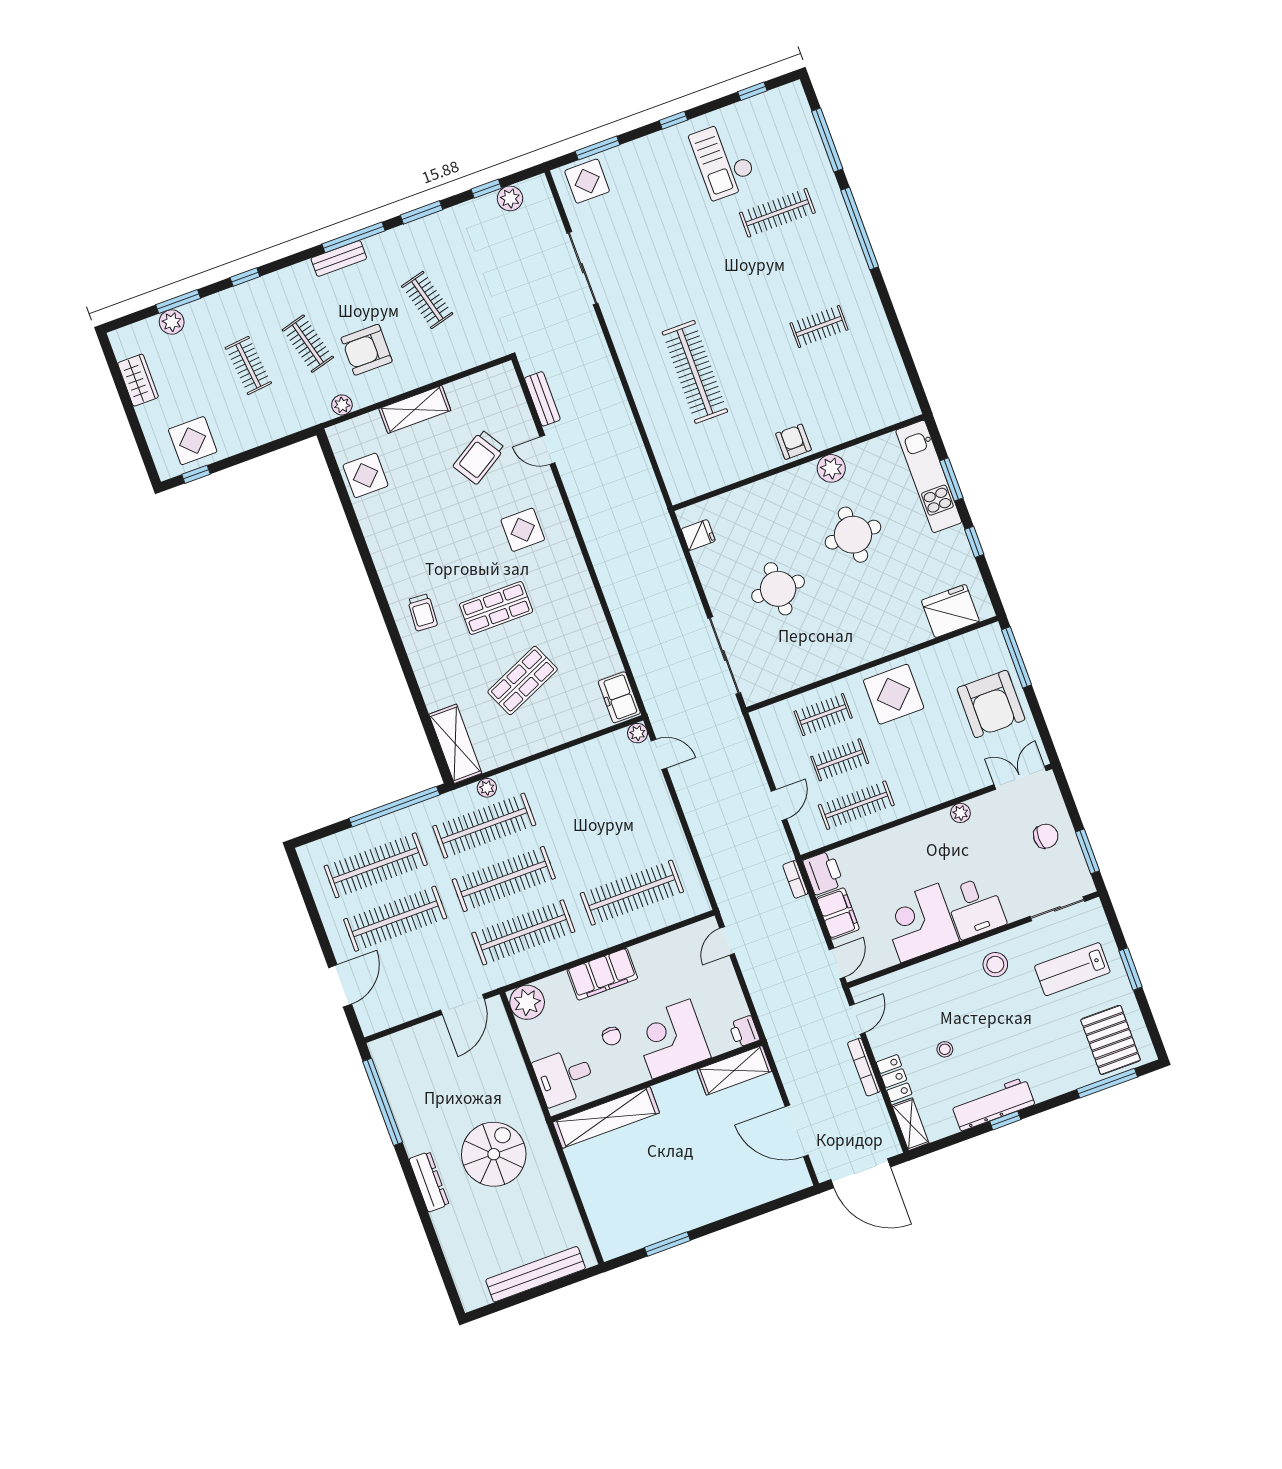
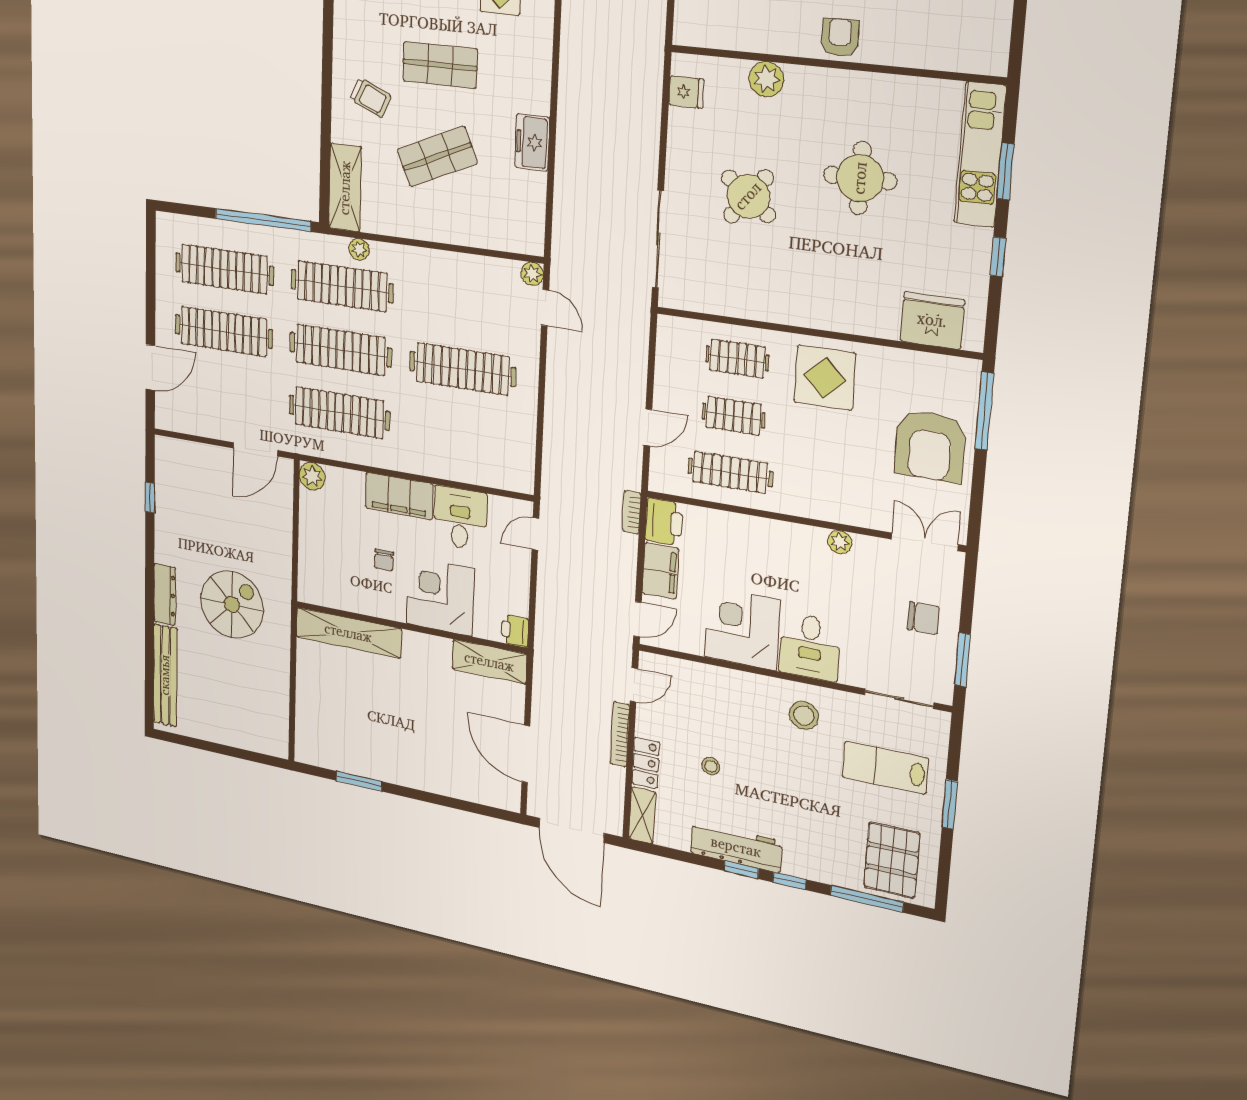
plant: (831, 468) -> (766, 79), moved
round table: (778, 589) -> (748, 196), turned 38
trolley: (423, 612) -> (370, 97), moved, turned -71
freezer: (619, 697) -> (532, 142), moved
clothes rail: (632, 893) -> (462, 369), moved
plant: (527, 1002) -> (312, 476), width x0.73, depth x0.73
desk: (564, 1077) -> (460, 518), moved, turned 90
window: (383, 1102) -> (150, 498), width x0.32
window: (1045, 1106) -> (789, 881), added
bench: (536, 1274) -> (165, 675), moved, turned 90

